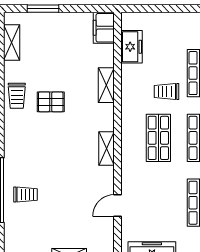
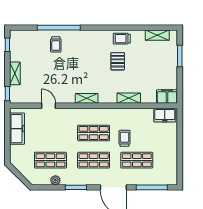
freezer: (132, 47) -> (165, 115), moved

